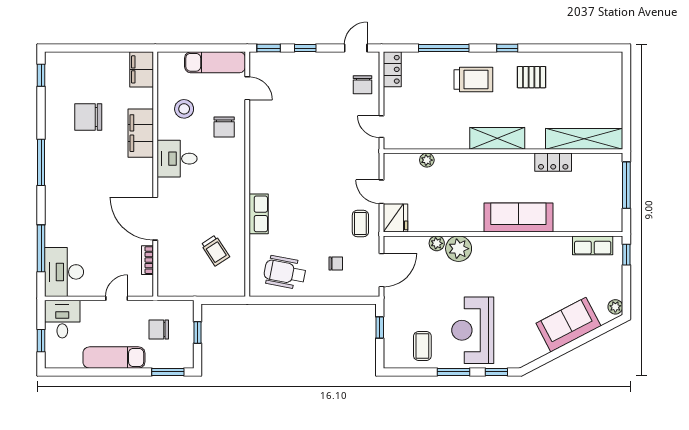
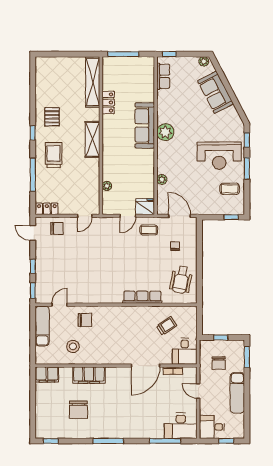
desk: (177, 159) -> (185, 351), moved
row of seats: (259, 214) -> (142, 297), width x1.48
plant: (459, 249) -> (165, 132), moved
window: (380, 328) -> (231, 217), moved

